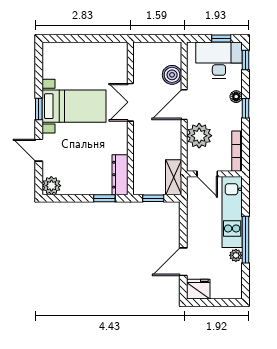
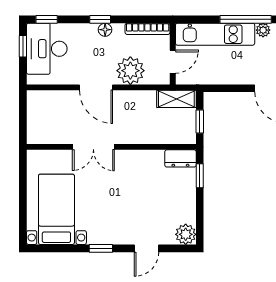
boiler: (172, 75) -> (63, 101), removed
floor lamp: (236, 97) -> (105, 30), moved
bed with nightstands: (74, 106) -> (56, 209), moved
dresser: (120, 175) -> (180, 158), width x0.70

